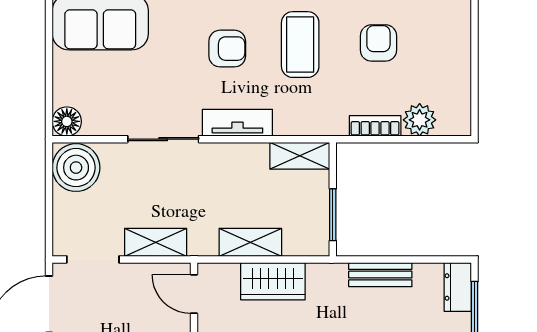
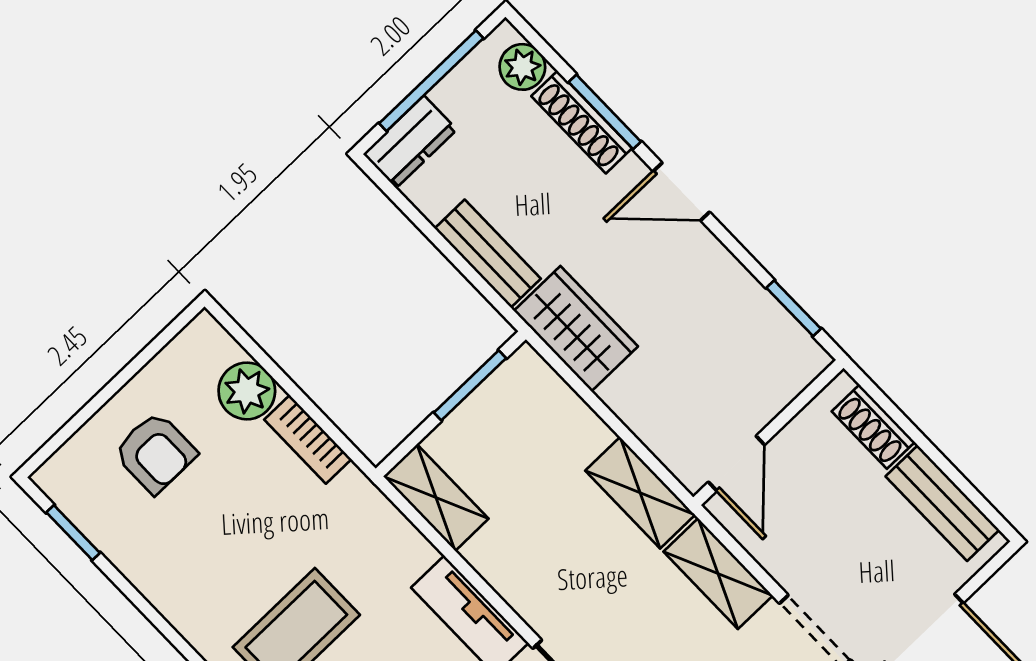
armchair: (378, 43) -> (155, 453), moved, turned -90
shelving: (250, 242) -> (640, 493), moved
wardrobe: (273, 281) -> (576, 329), moved

